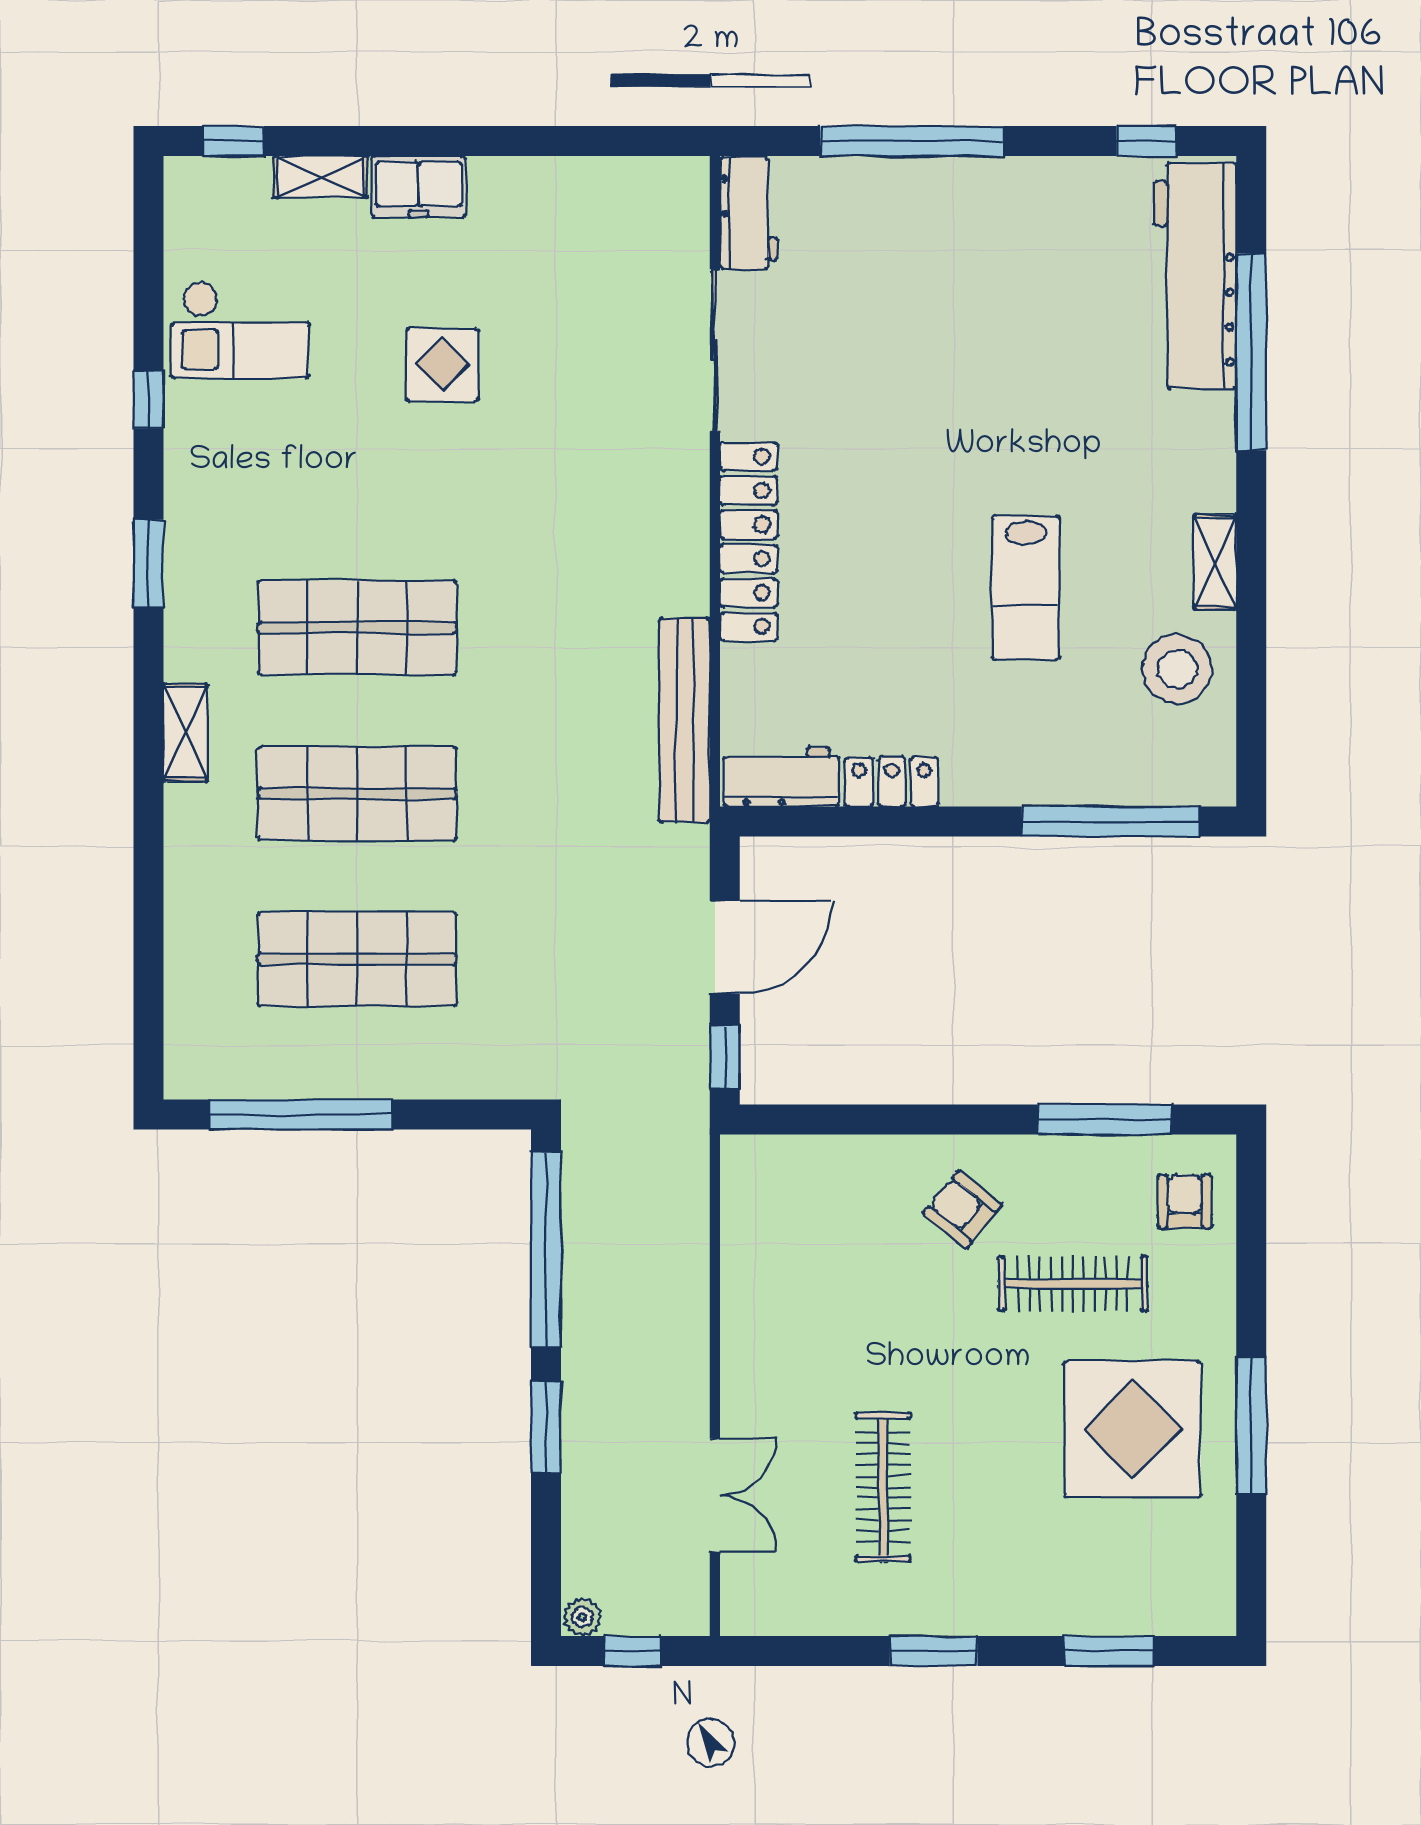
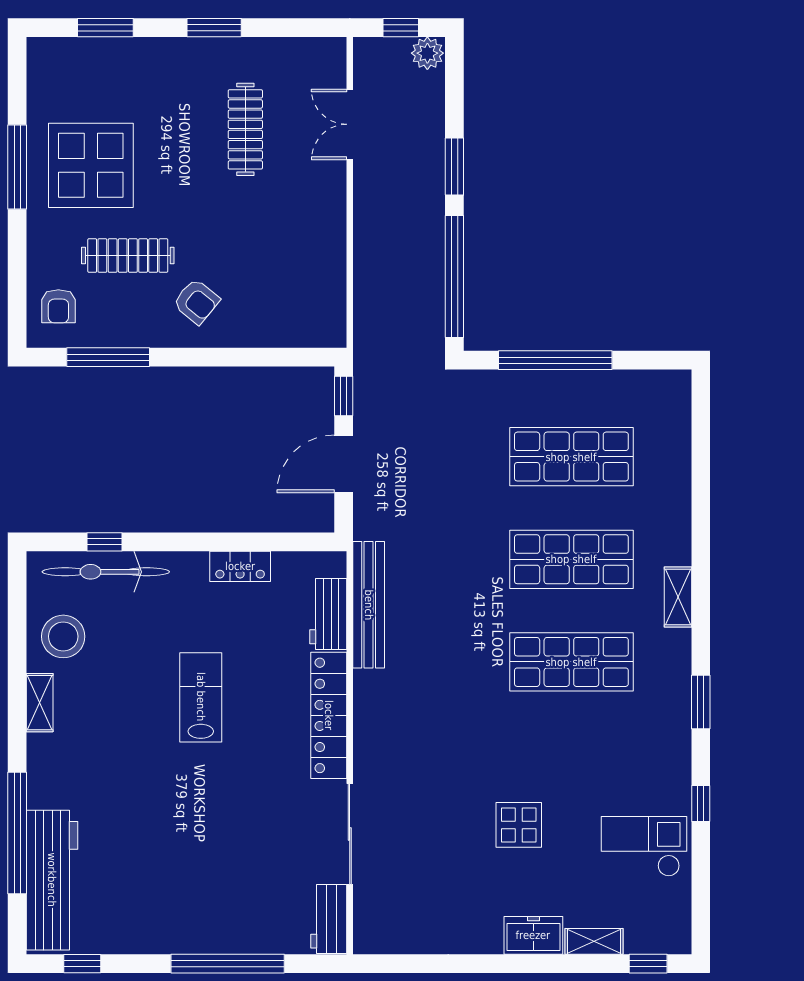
lab bench: (1026, 588) -> (201, 697), moved
bicycle: (1108, 773) -> (106, 572), added
workbench: (781, 777) -> (328, 614), moved, turned 90
window: (1110, 821) -> (105, 542), width x0.32
window: (301, 1115) -> (555, 360), moved
plant: (582, 1617) -> (427, 53), width x1.38, depth x1.38

